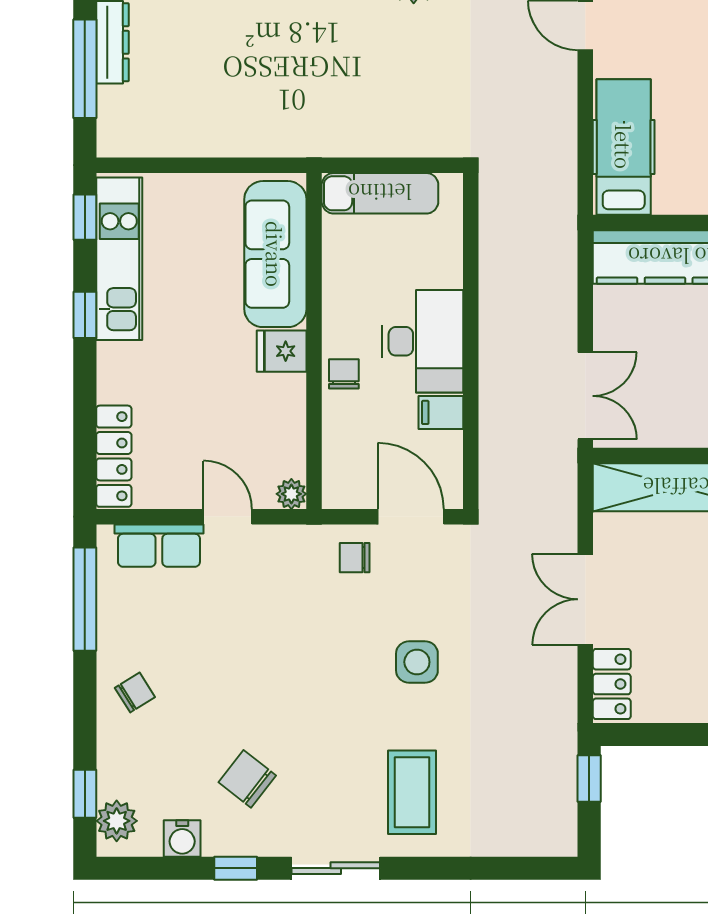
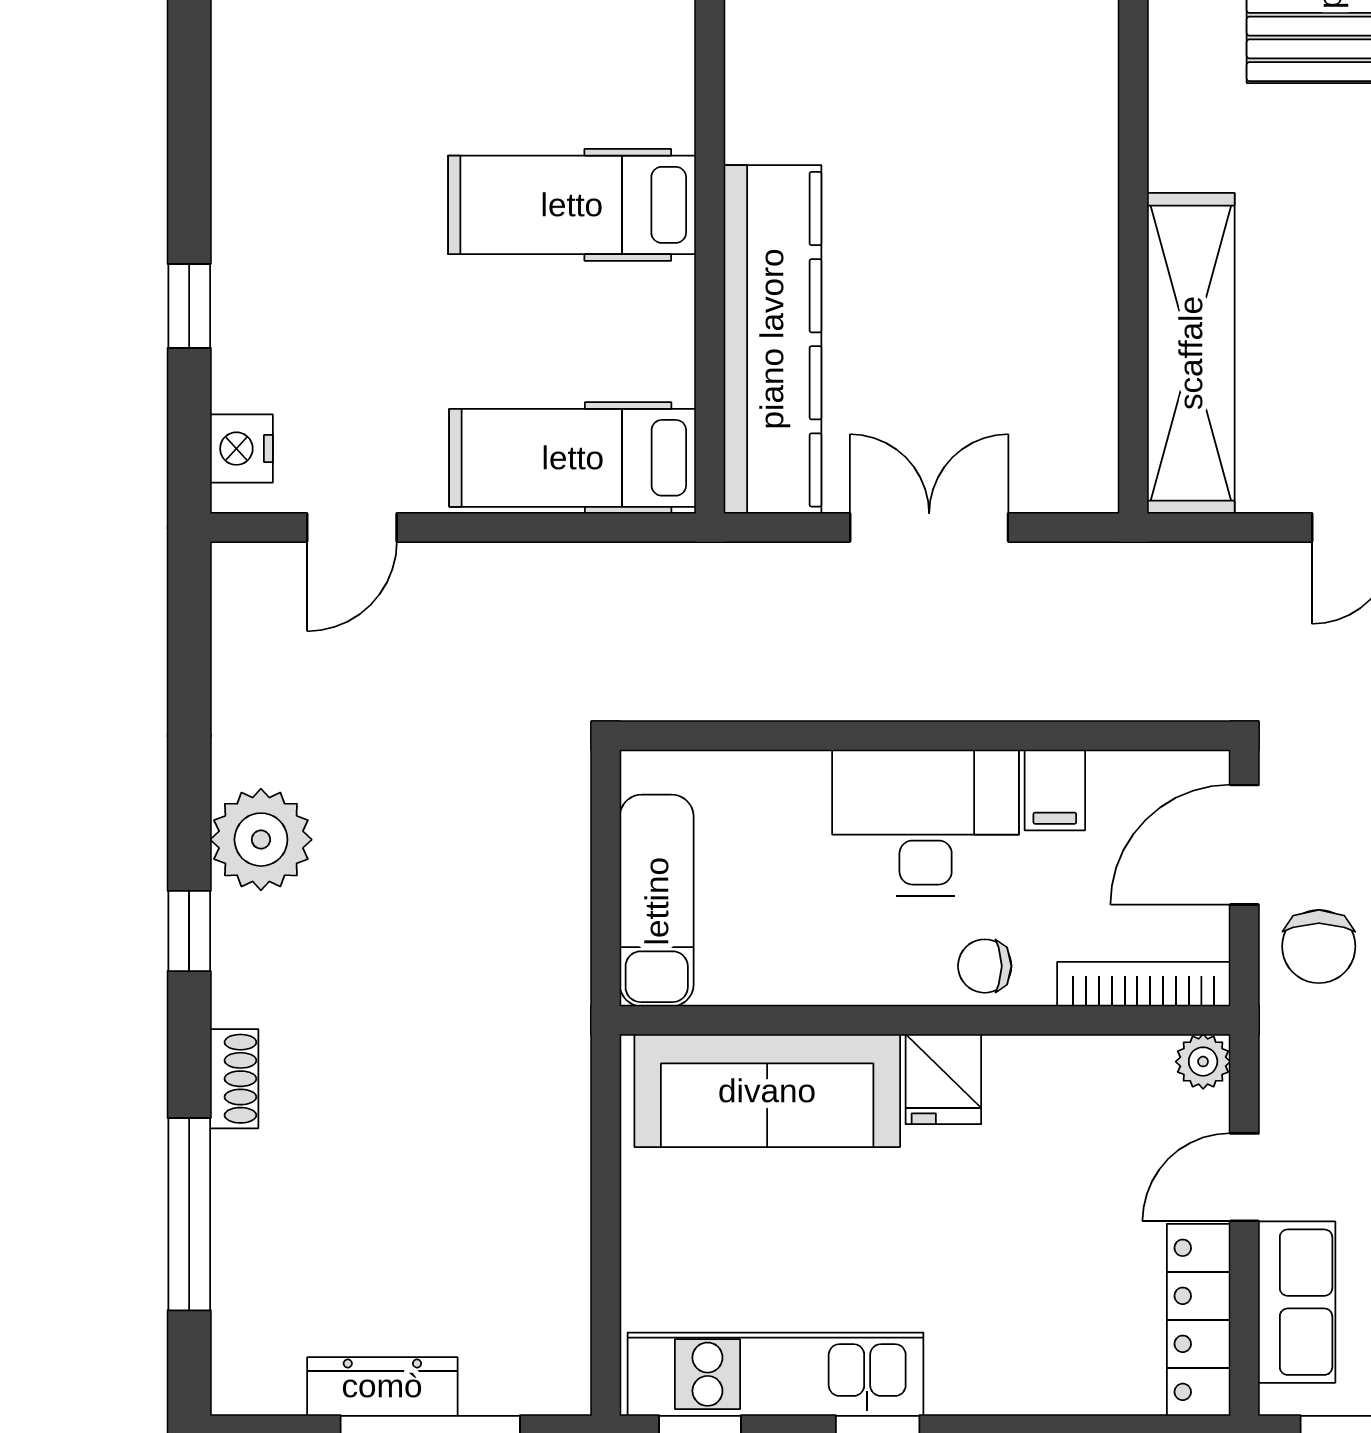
double door: (585, 396) -> (929, 527), moved
locker: (114, 456) -> (1199, 1320), moved, turned -90
bookcase: (334, 461) -> (1144, 984), added
chair: (355, 558) -> (1319, 946), width x1.37, depth x1.37

